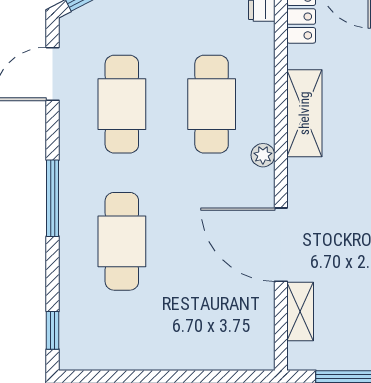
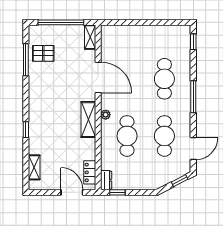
shelving: (304, 113) -> (88, 120), moved
shelving: (300, 311) -> (90, 37), moved

